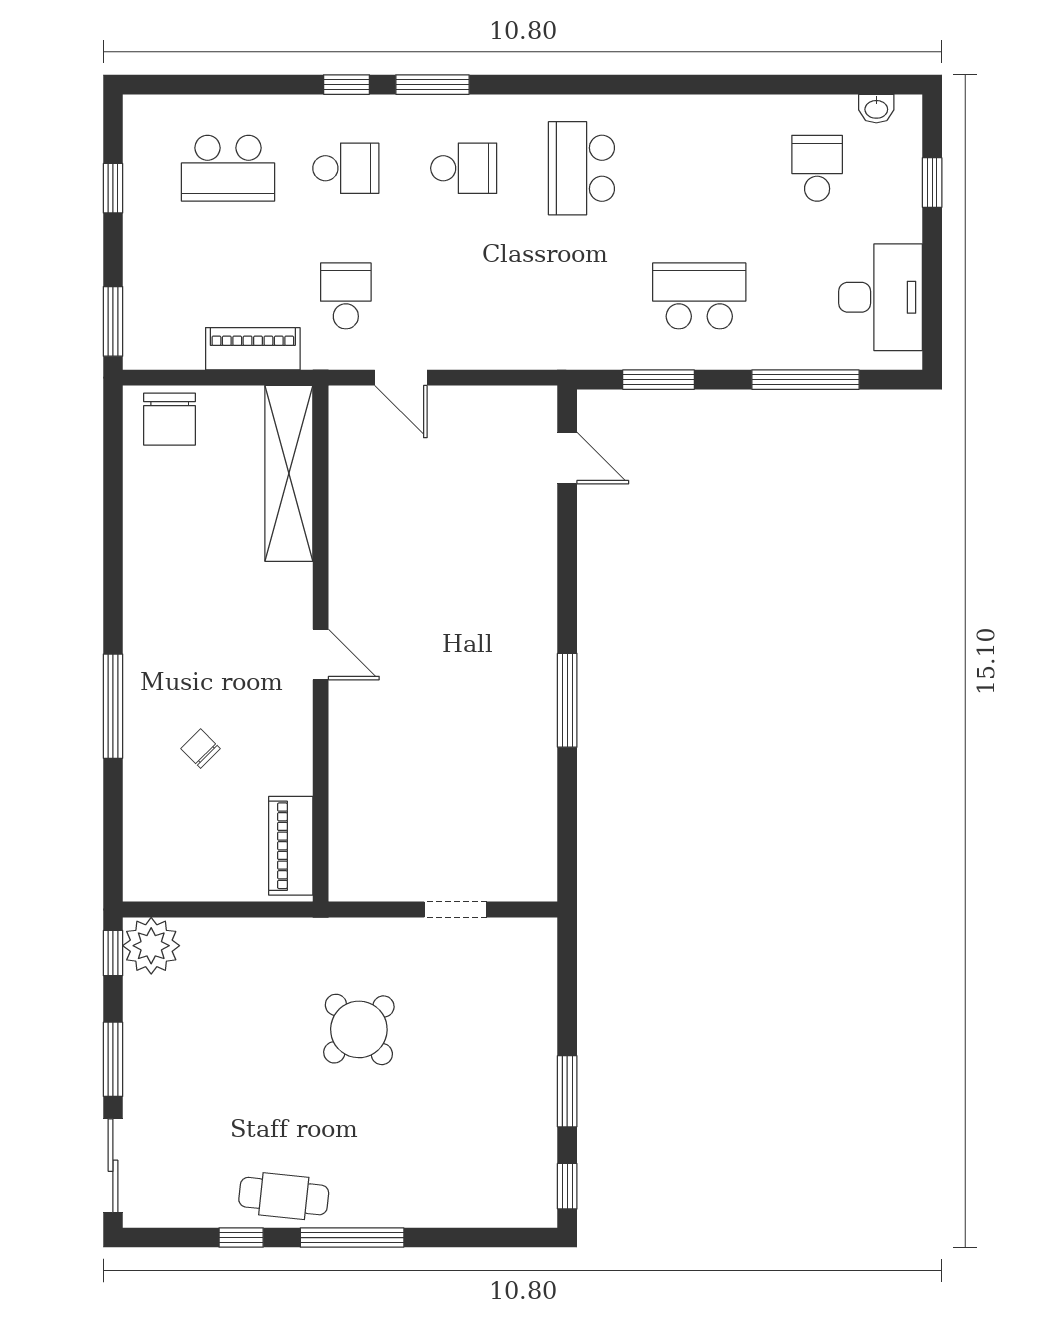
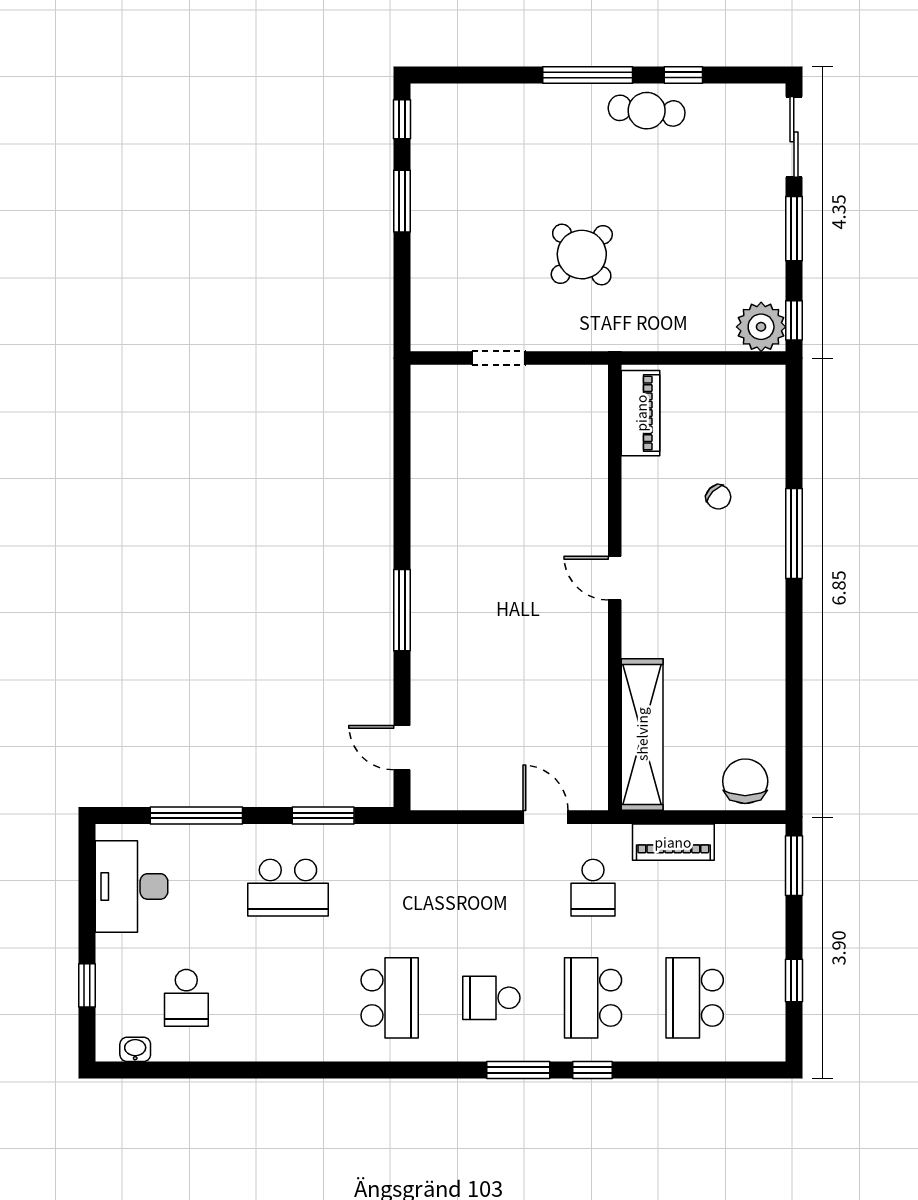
school desk: (228, 168) -> (695, 998), turned -90
school desk: (346, 168) -> (593, 998), width x1.85
window: (567, 700) -> (402, 610), moved

